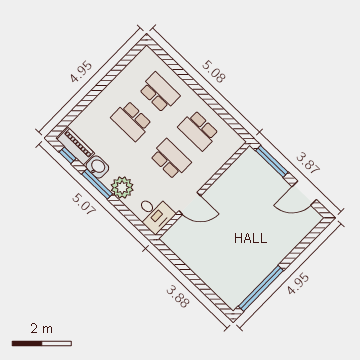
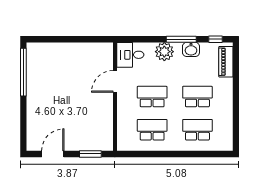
school desk: (159, 92) -> (197, 130), turned 180
piano: (76, 146) -> (226, 62), moved, turned 90
school desk: (170, 159) -> (152, 97), turned 180
window: (272, 161) -> (90, 154), width x0.69

